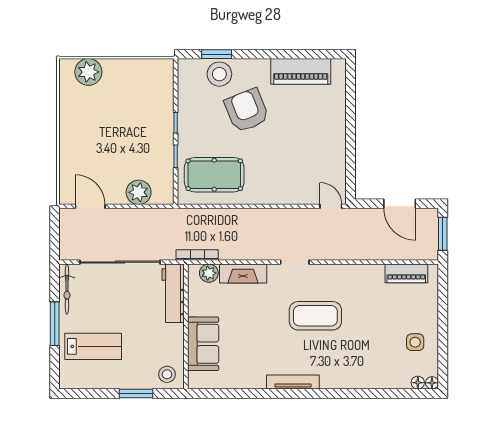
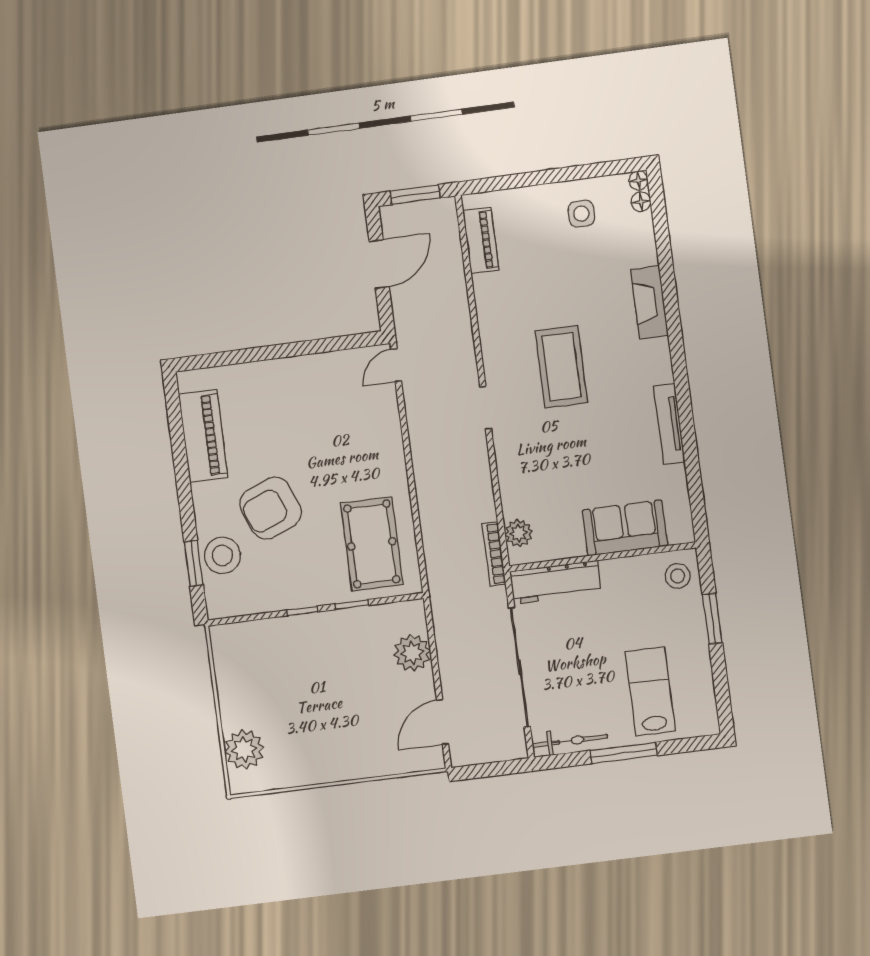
fireplace: (243, 273) -> (649, 302), moved, turned 180
tv unit: (293, 382) -> (669, 424), moved

